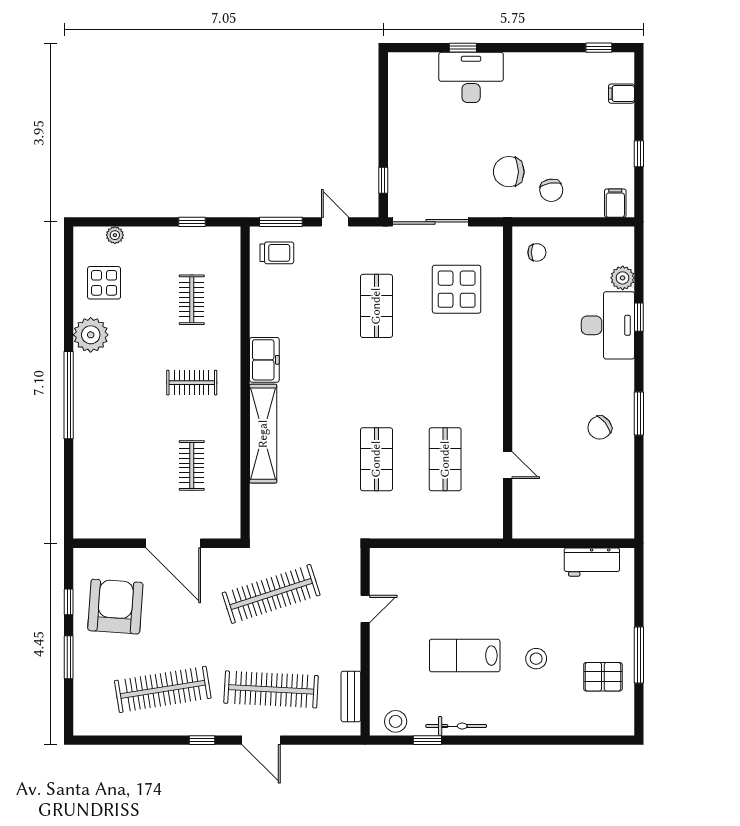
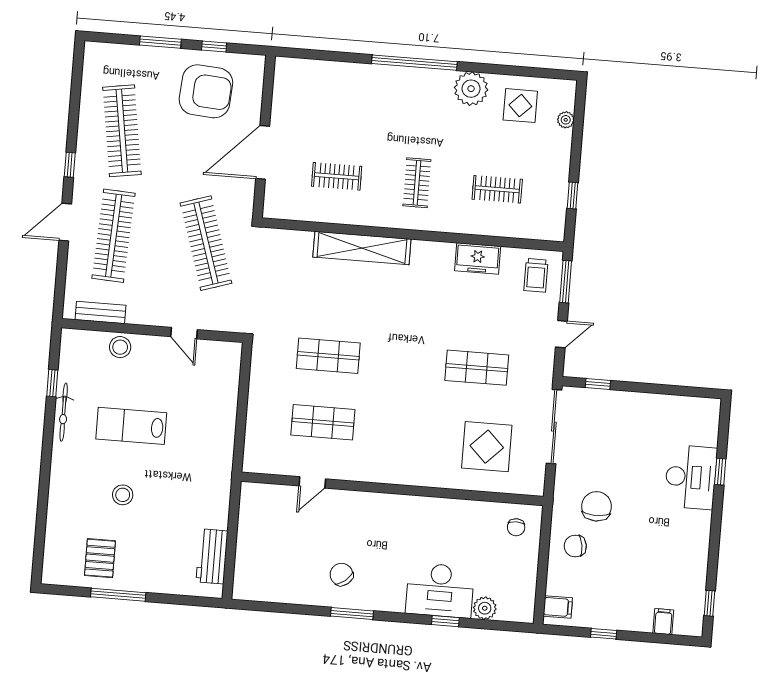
freezer: (264, 360) -> (478, 258), moved
lab bench: (465, 656) -> (131, 426), turned -90
stool: (396, 721) -> (120, 347), moved

